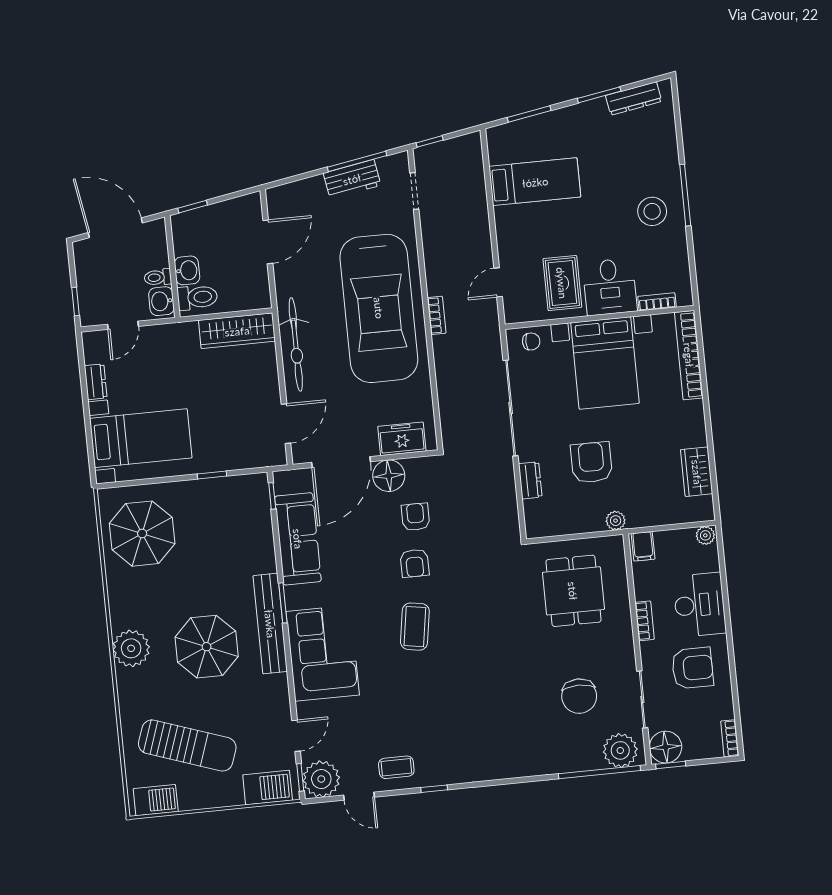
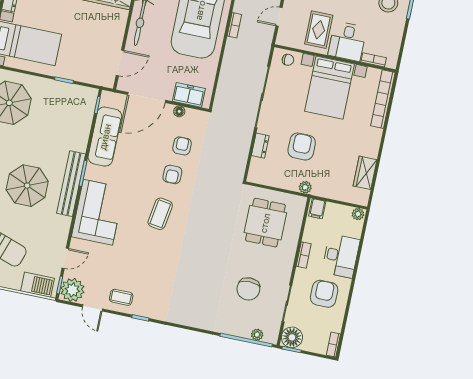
floor lamp: (389, 476) -> (179, 111), width x0.53, depth x0.53
armchair: (692, 668) -> (324, 294), turned -90
plant: (620, 750) -> (257, 335), width x0.53, depth x0.53

